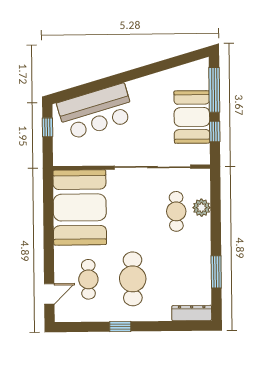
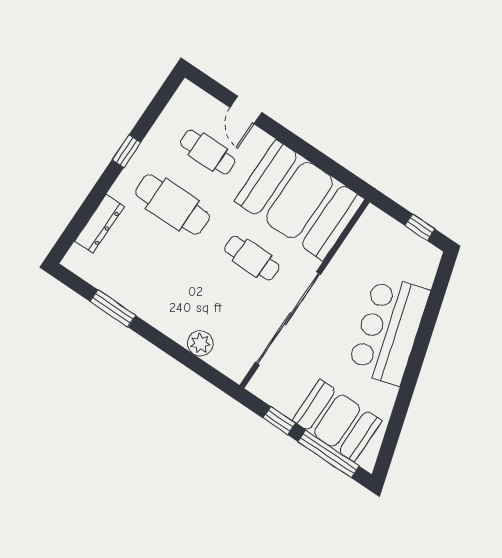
bar counter: (96, 112) -> (389, 330), moved
booth: (192, 117) -> (337, 421), moved
cafe table: (176, 211) -> (252, 258), moved
door: (49, 294) -> (246, 110), moved
dresser: (192, 313) -> (100, 224), moved

